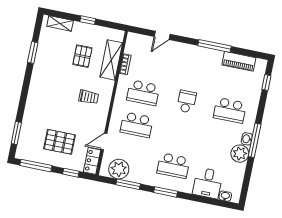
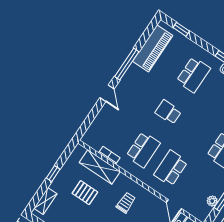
door: (162, 35) -> (107, 93), moved
piano: (239, 61) -> (153, 48), width x1.37, depth x1.33
school desk: (137, 125) -> (171, 168), turned 180
plant: (119, 169) -> (212, 201), width x0.53, depth x0.53

